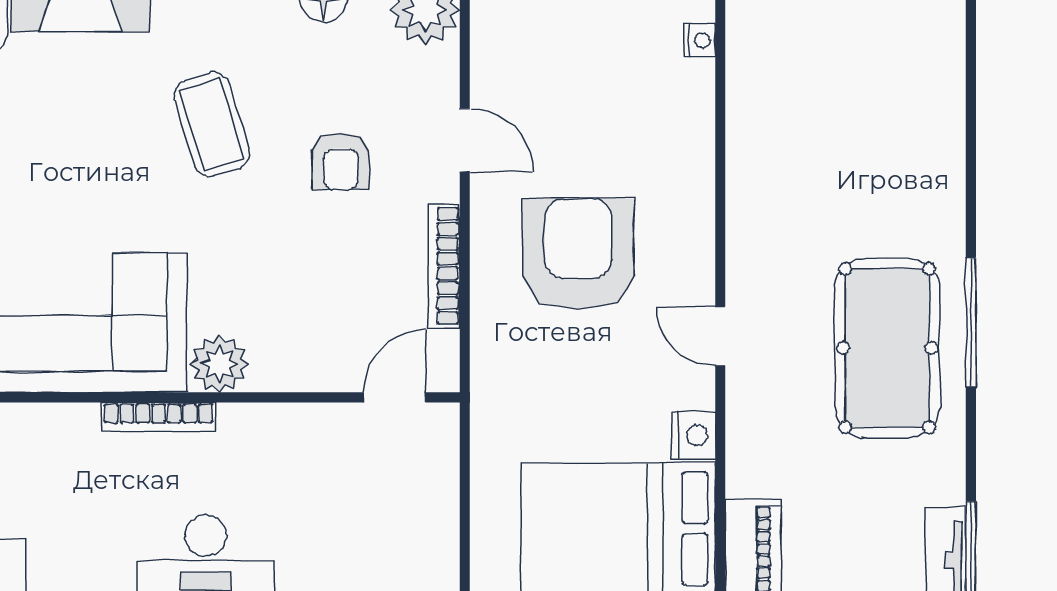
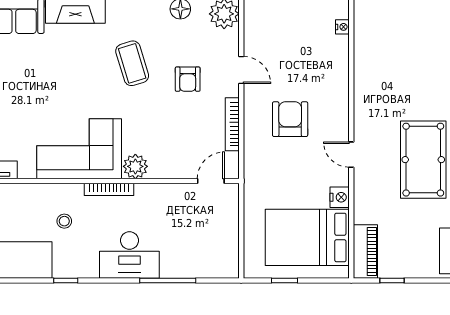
armchair: (578, 254) -> (290, 119), width x0.73, depth x0.73
stool: (55, 491) -> (64, 221), added

